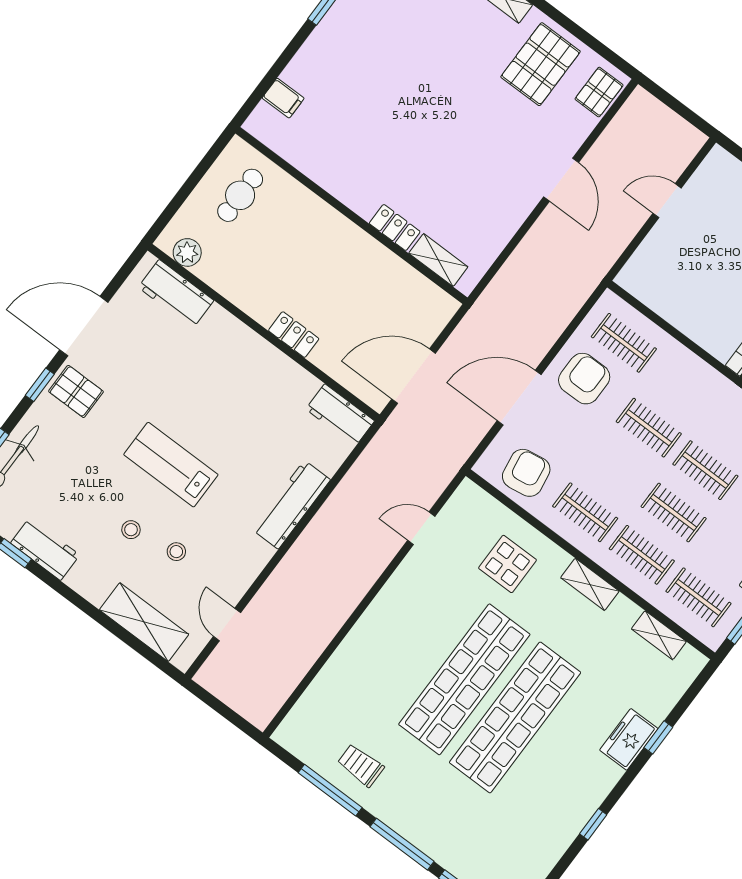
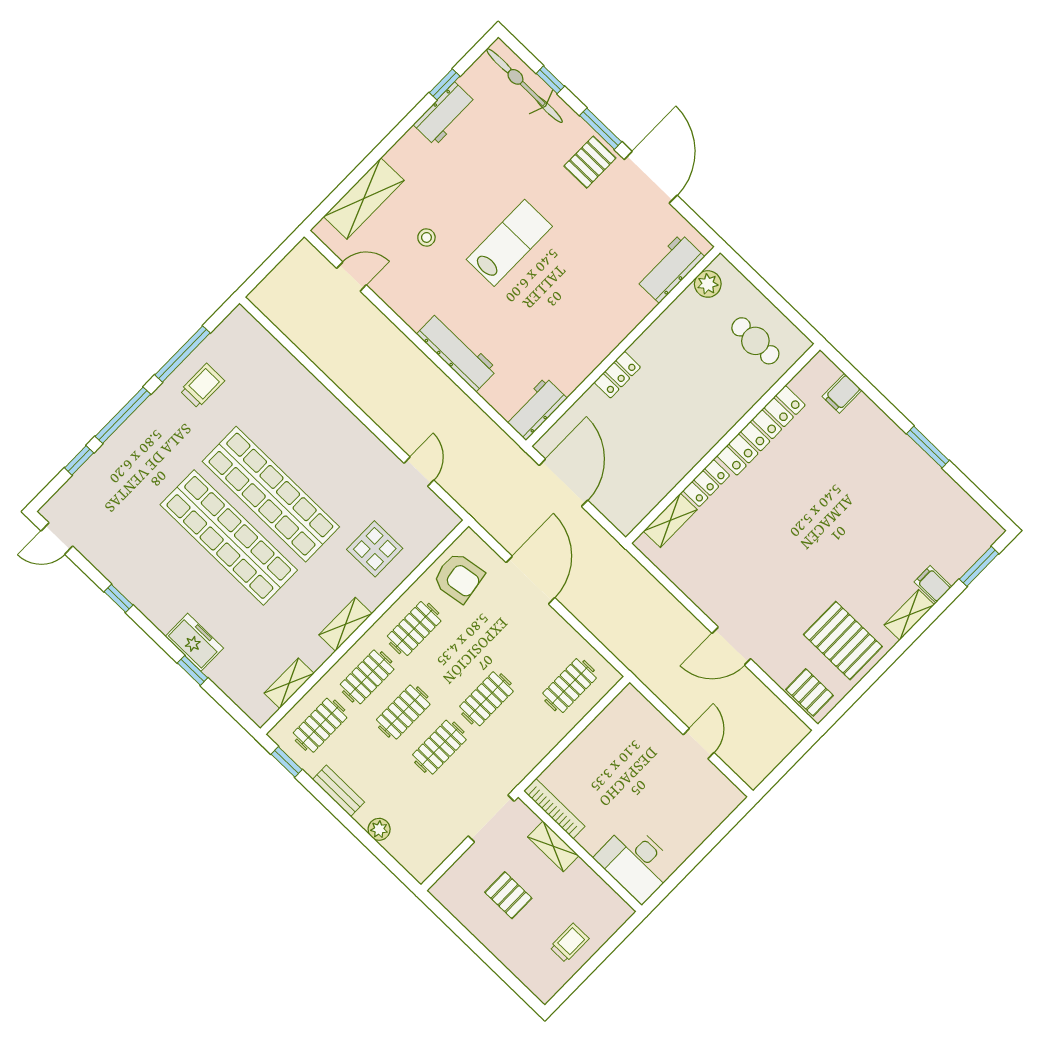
locker: (333, 177) -> (761, 430), added
armchair: (584, 379) -> (541, 644), removed
window: (40, 385) -> (601, 129), width x1.50
stool: (131, 530) -> (453, 197), removed

